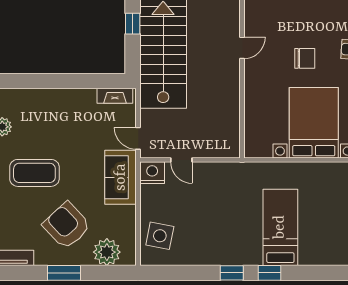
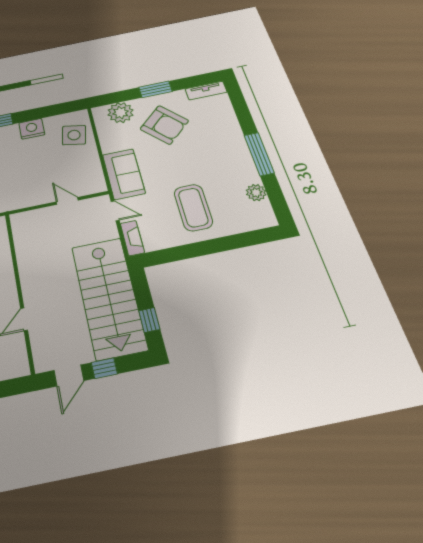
fireplace: (115, 96) -> (132, 238), moved, turned 90
coffee table: (34, 173) -> (193, 208), moved, turned 90
nightstand: (152, 173) -> (32, 129), moved, turned 180

